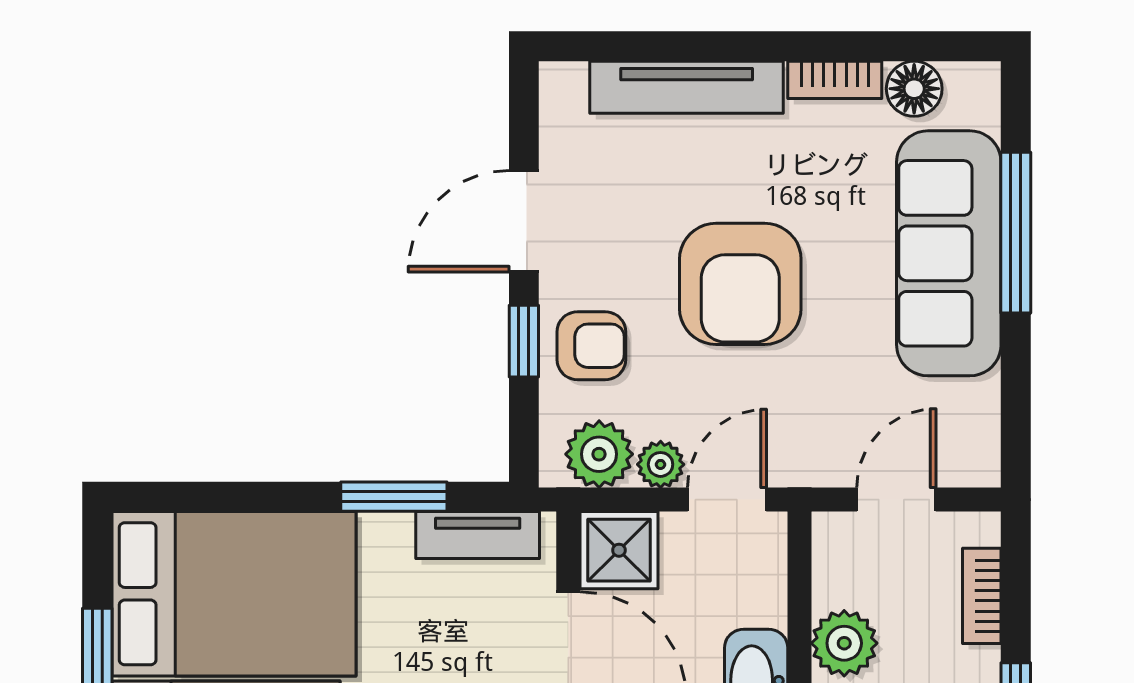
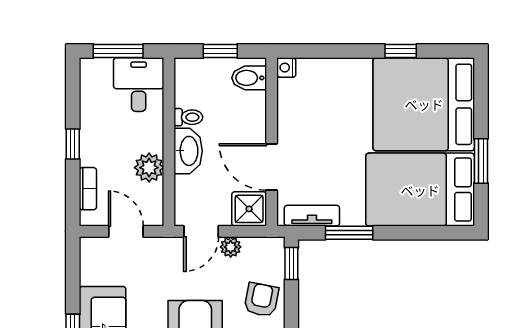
window: (524, 341) -> (291, 264), moved
armchair: (591, 346) -> (261, 300), turned 101
plant: (599, 454) -> (258, 252), removed
door: (896, 500) -> (126, 231), swing flipped

